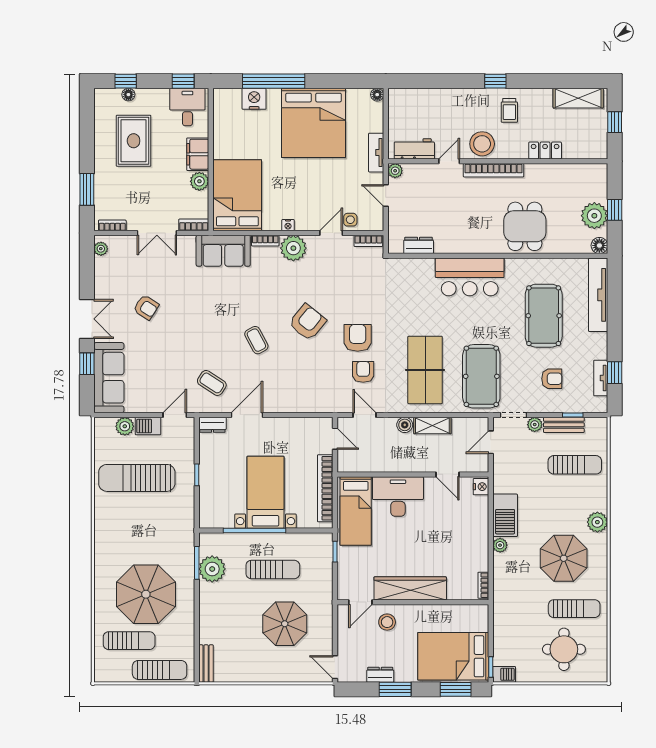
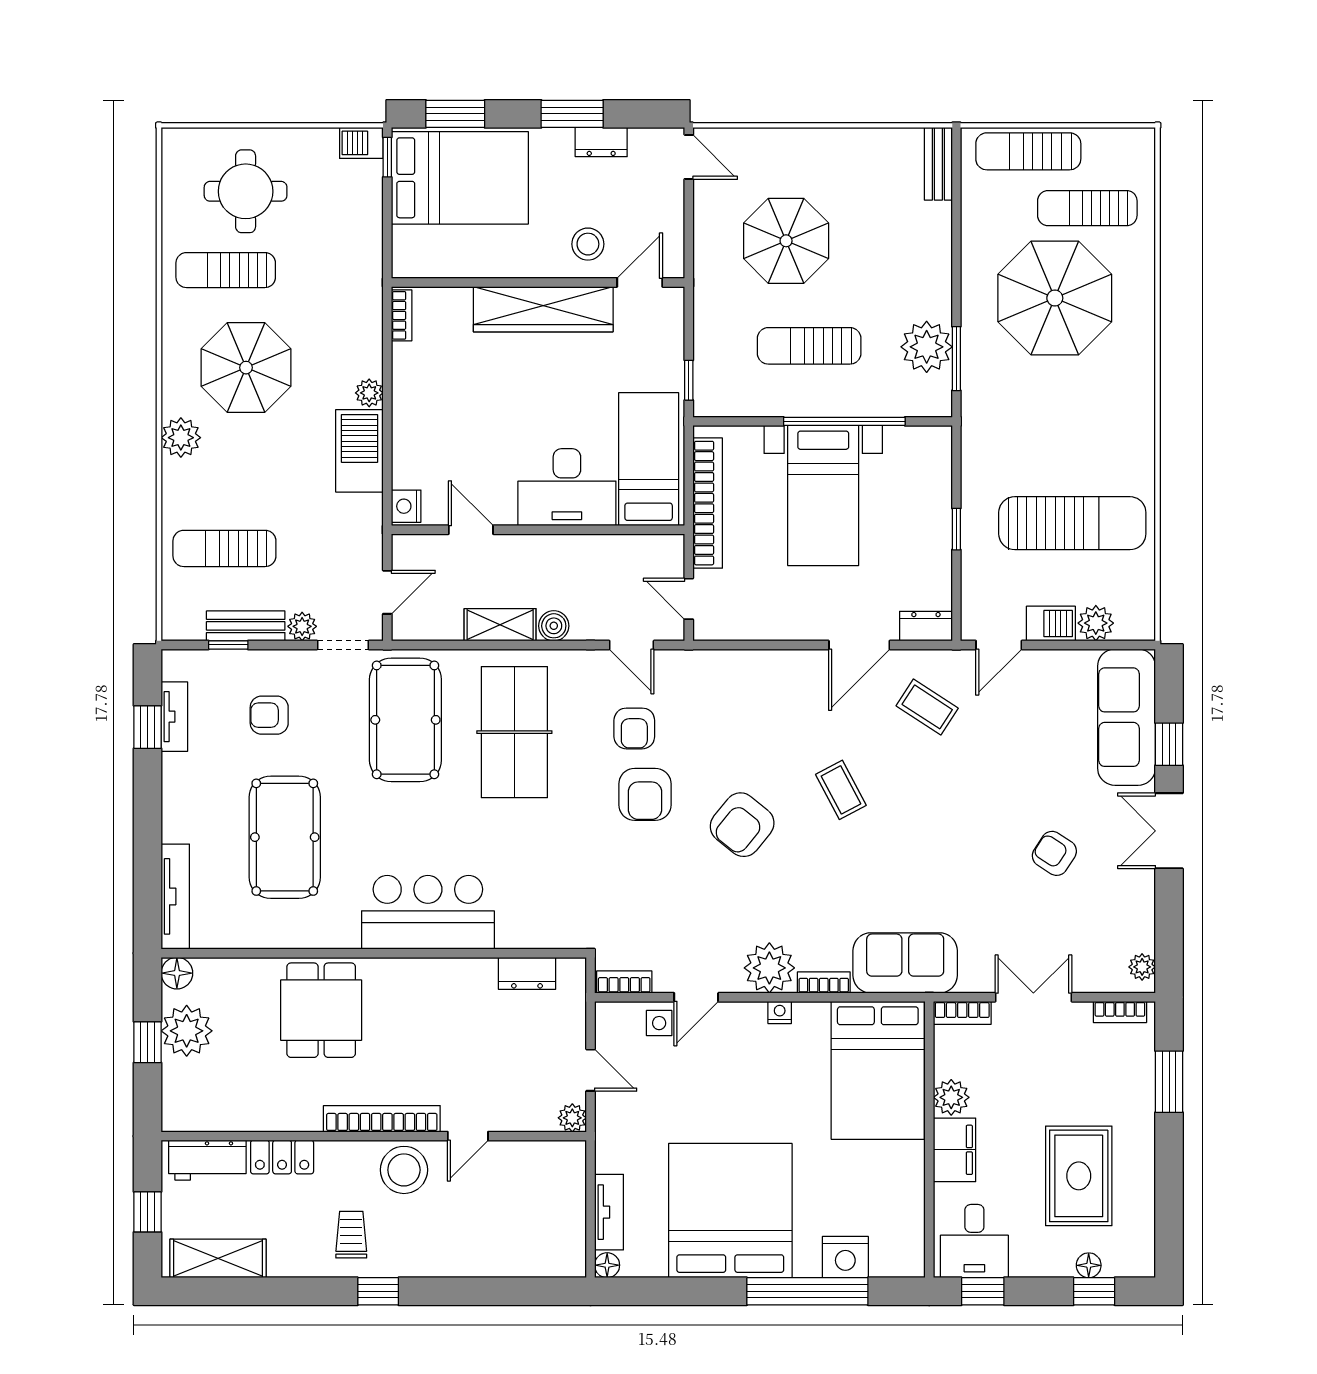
workbench: (414, 149) -> (207, 1160), moved
tv unit: (376, 153) -> (609, 1212), moved
tv unit: (598, 295) -> (175, 896), width x0.73, depth x0.78

